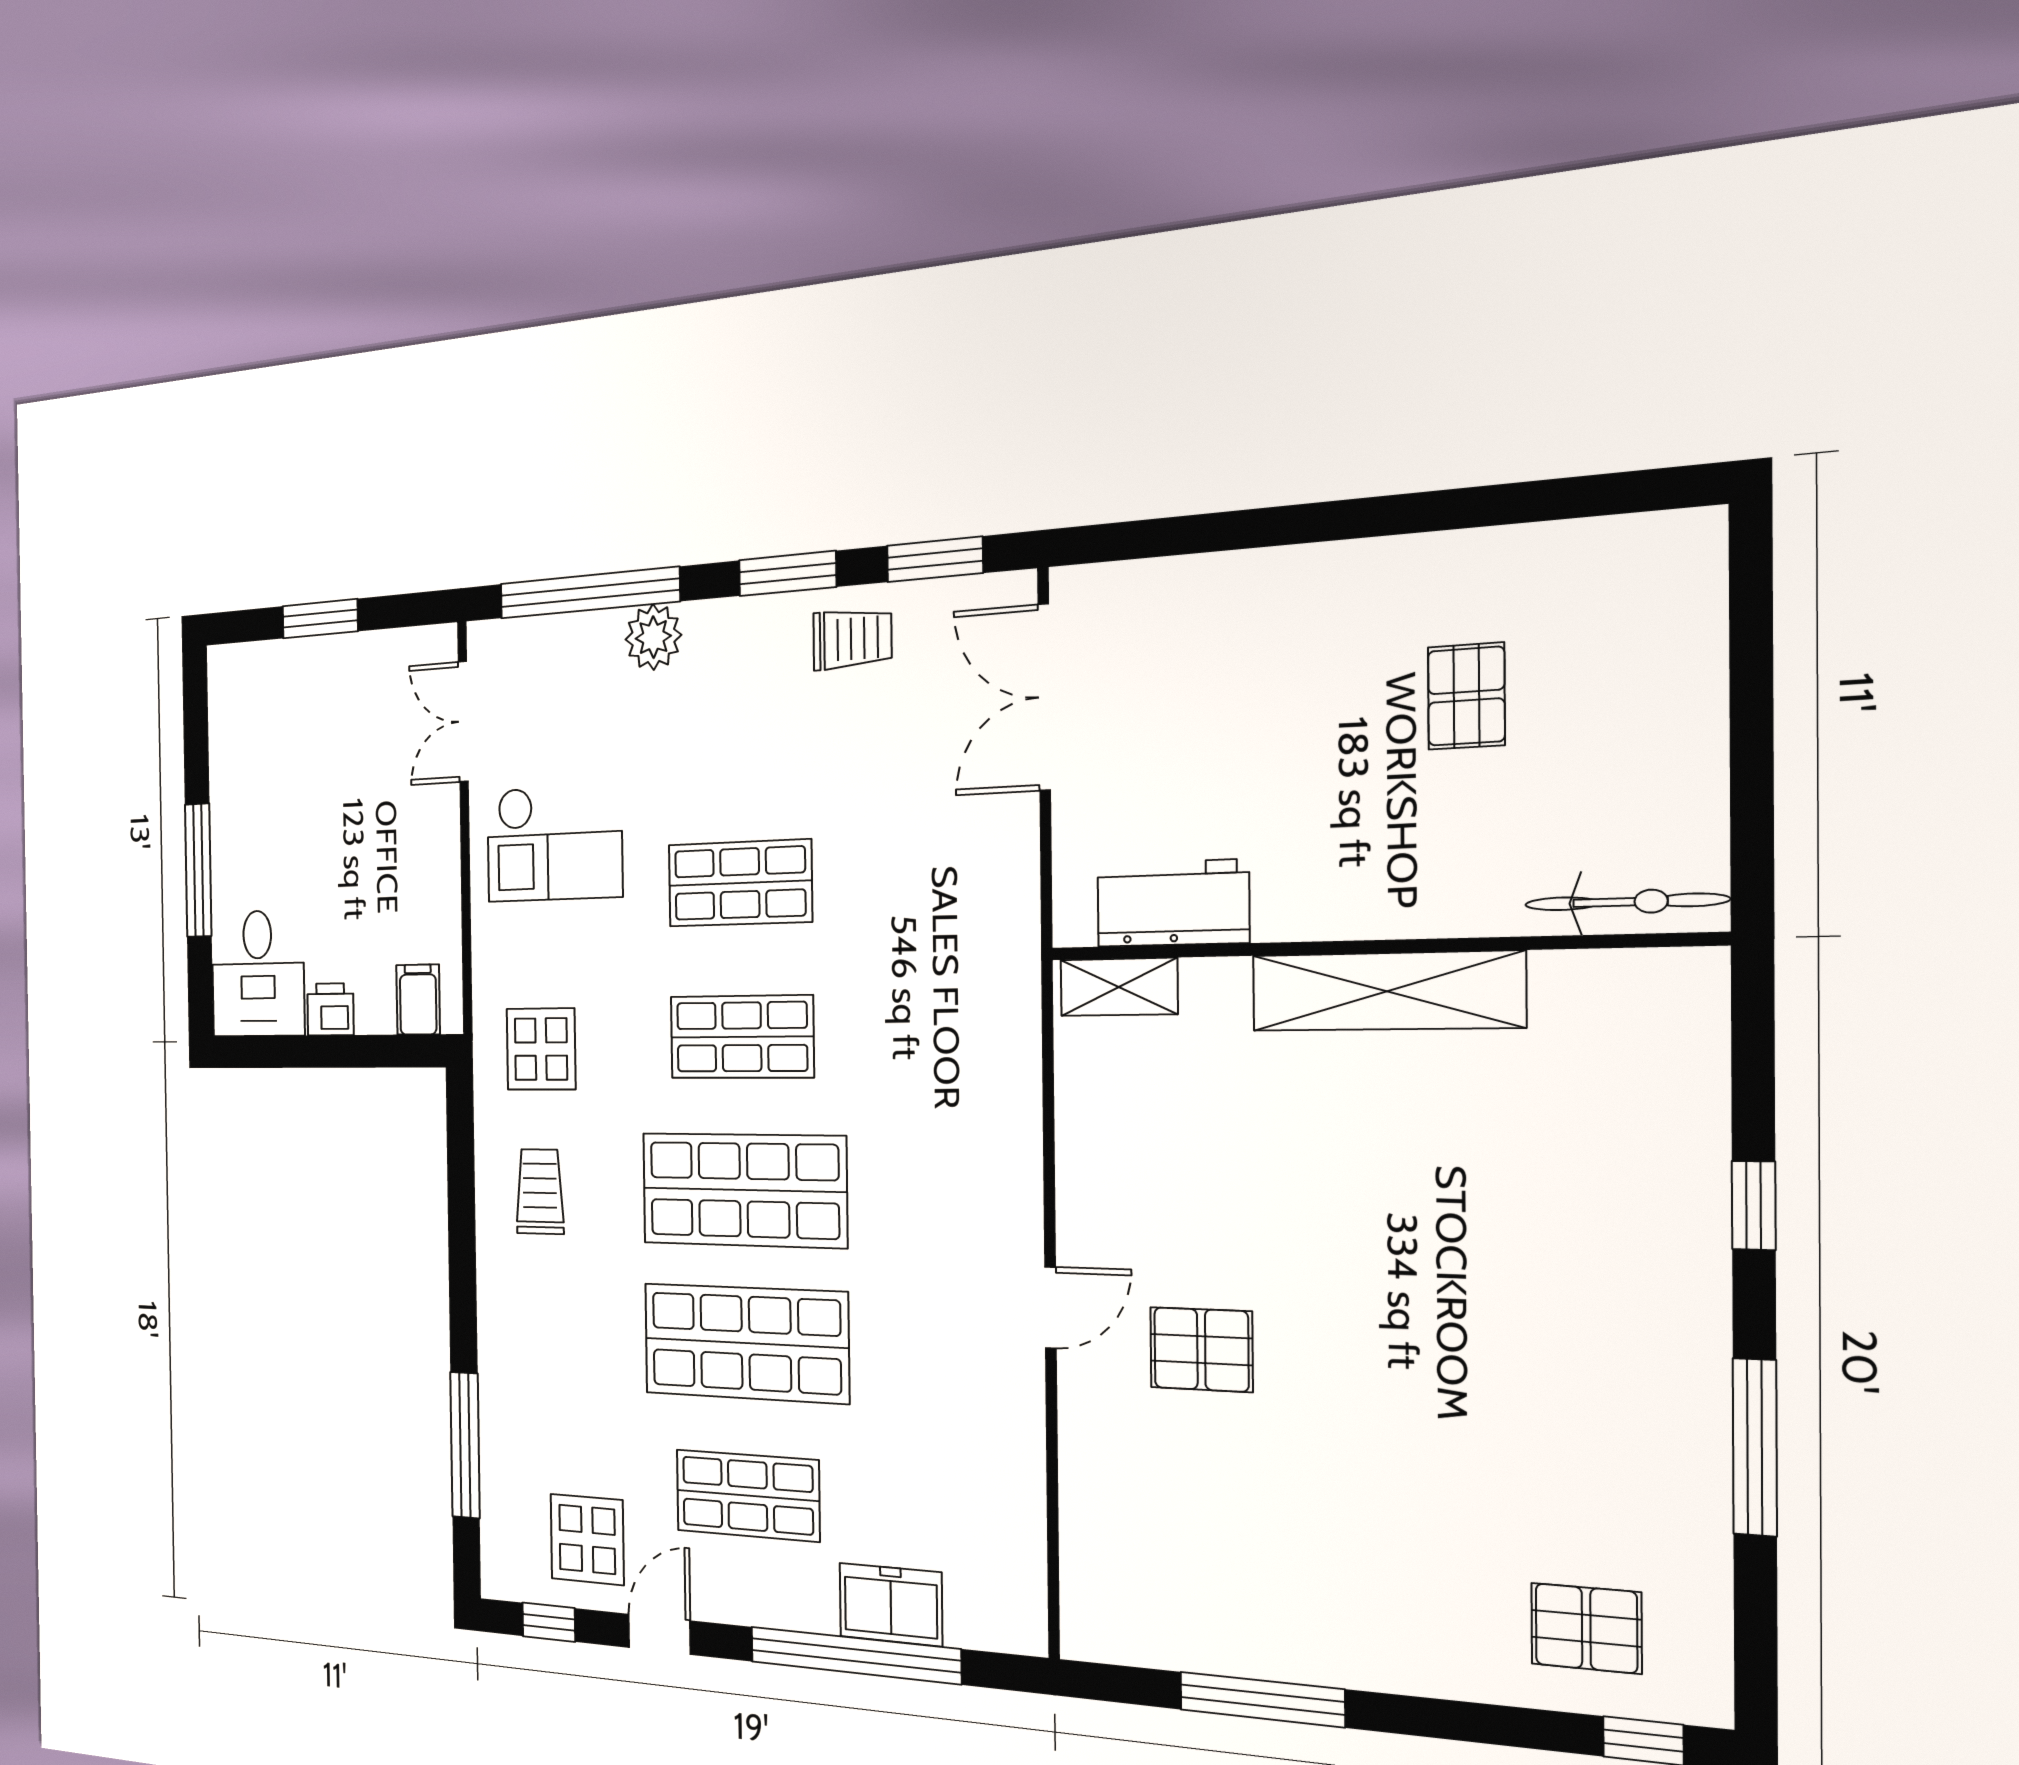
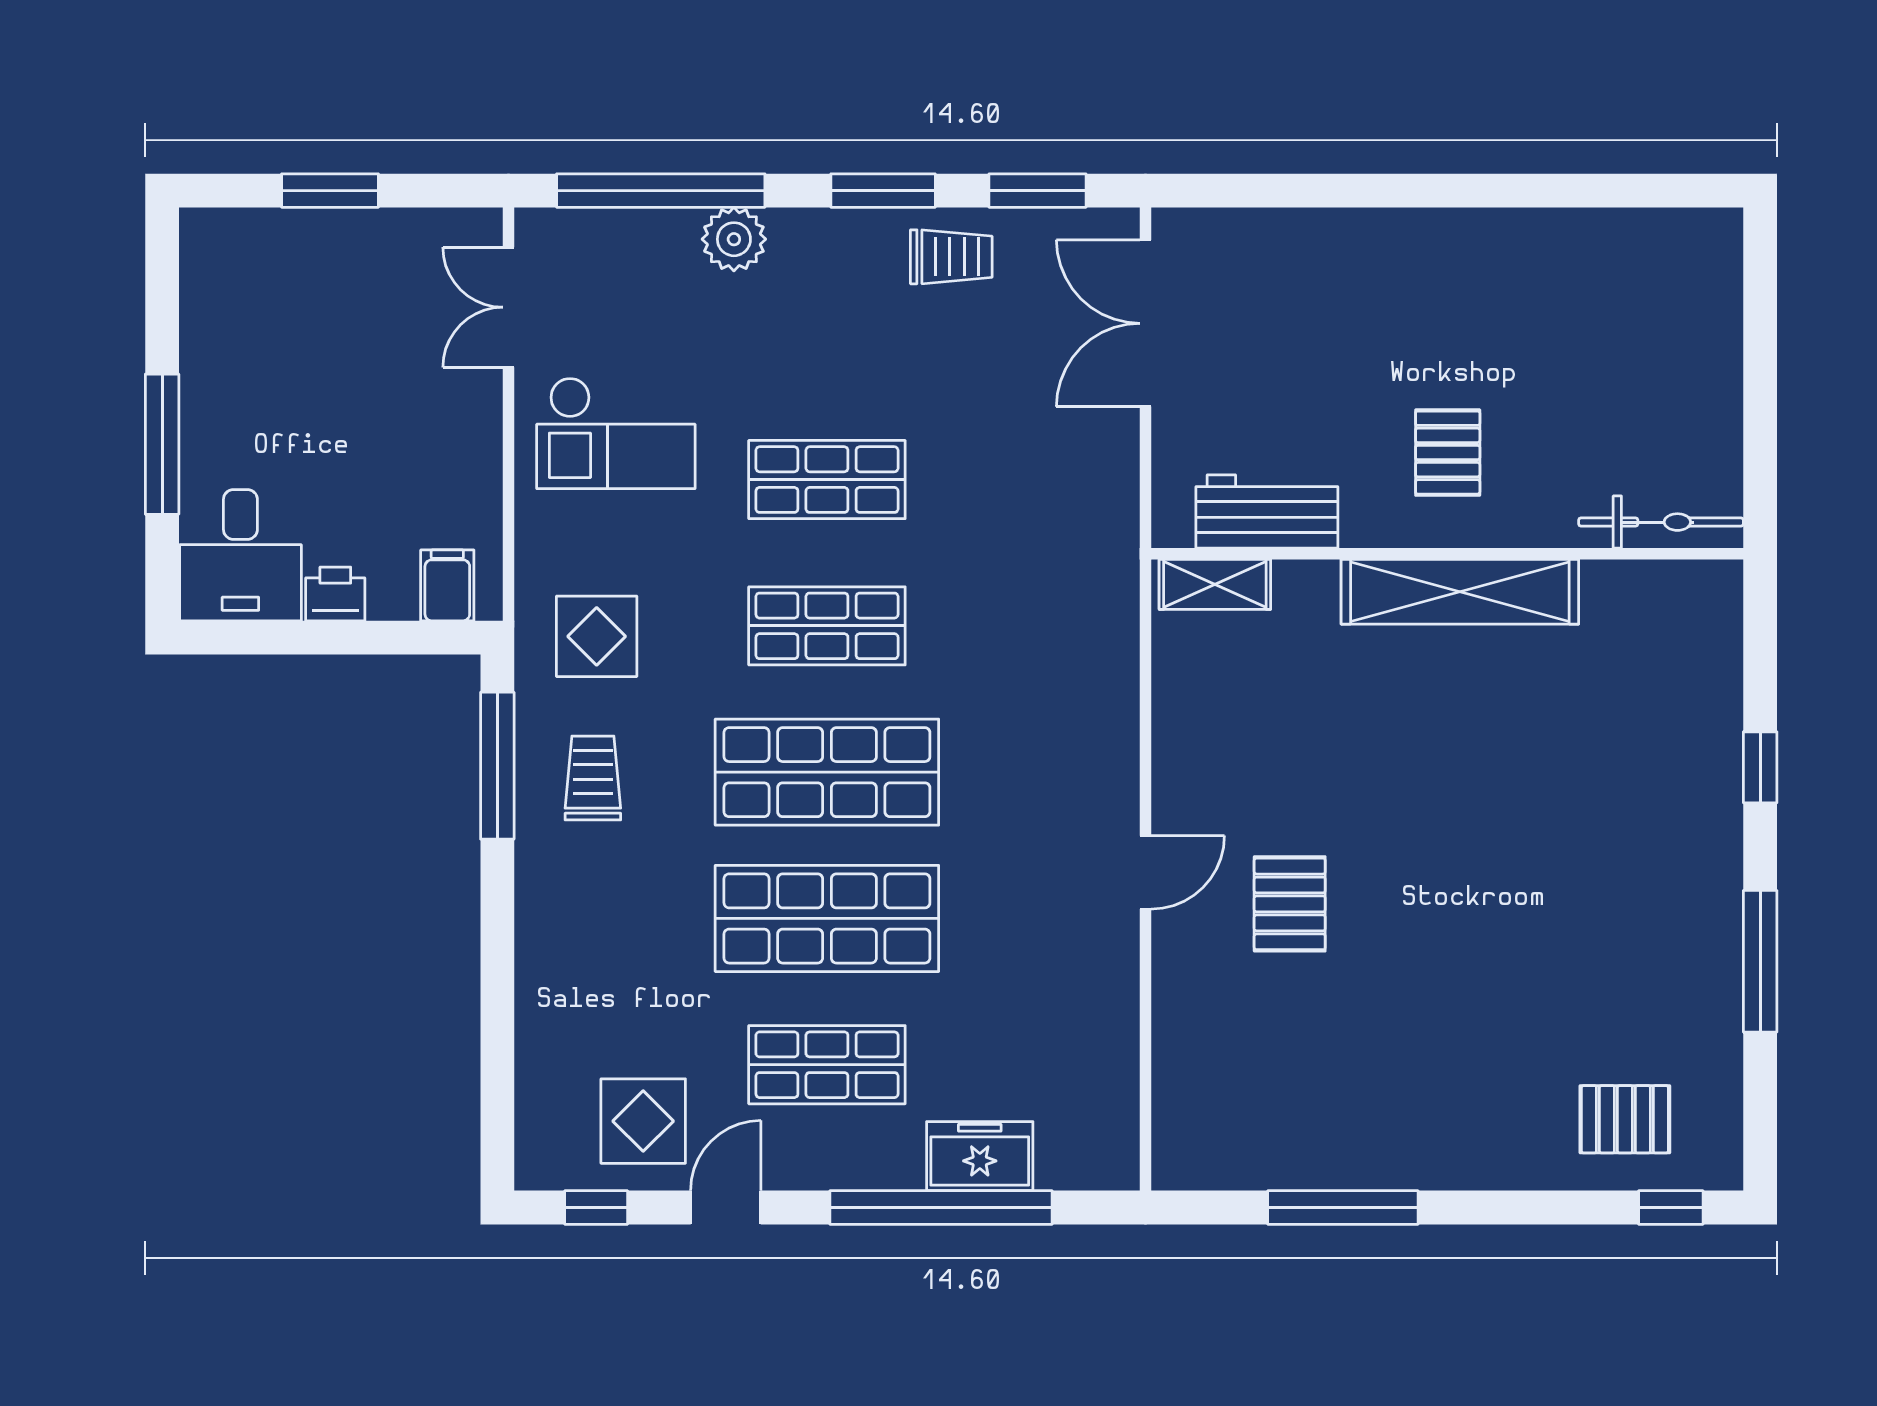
pallet: (1466, 696) -> (1448, 453), moved
pallet: (1201, 1349) -> (1290, 904), turned 90
window: (465, 1445) -> (497, 766), moved

